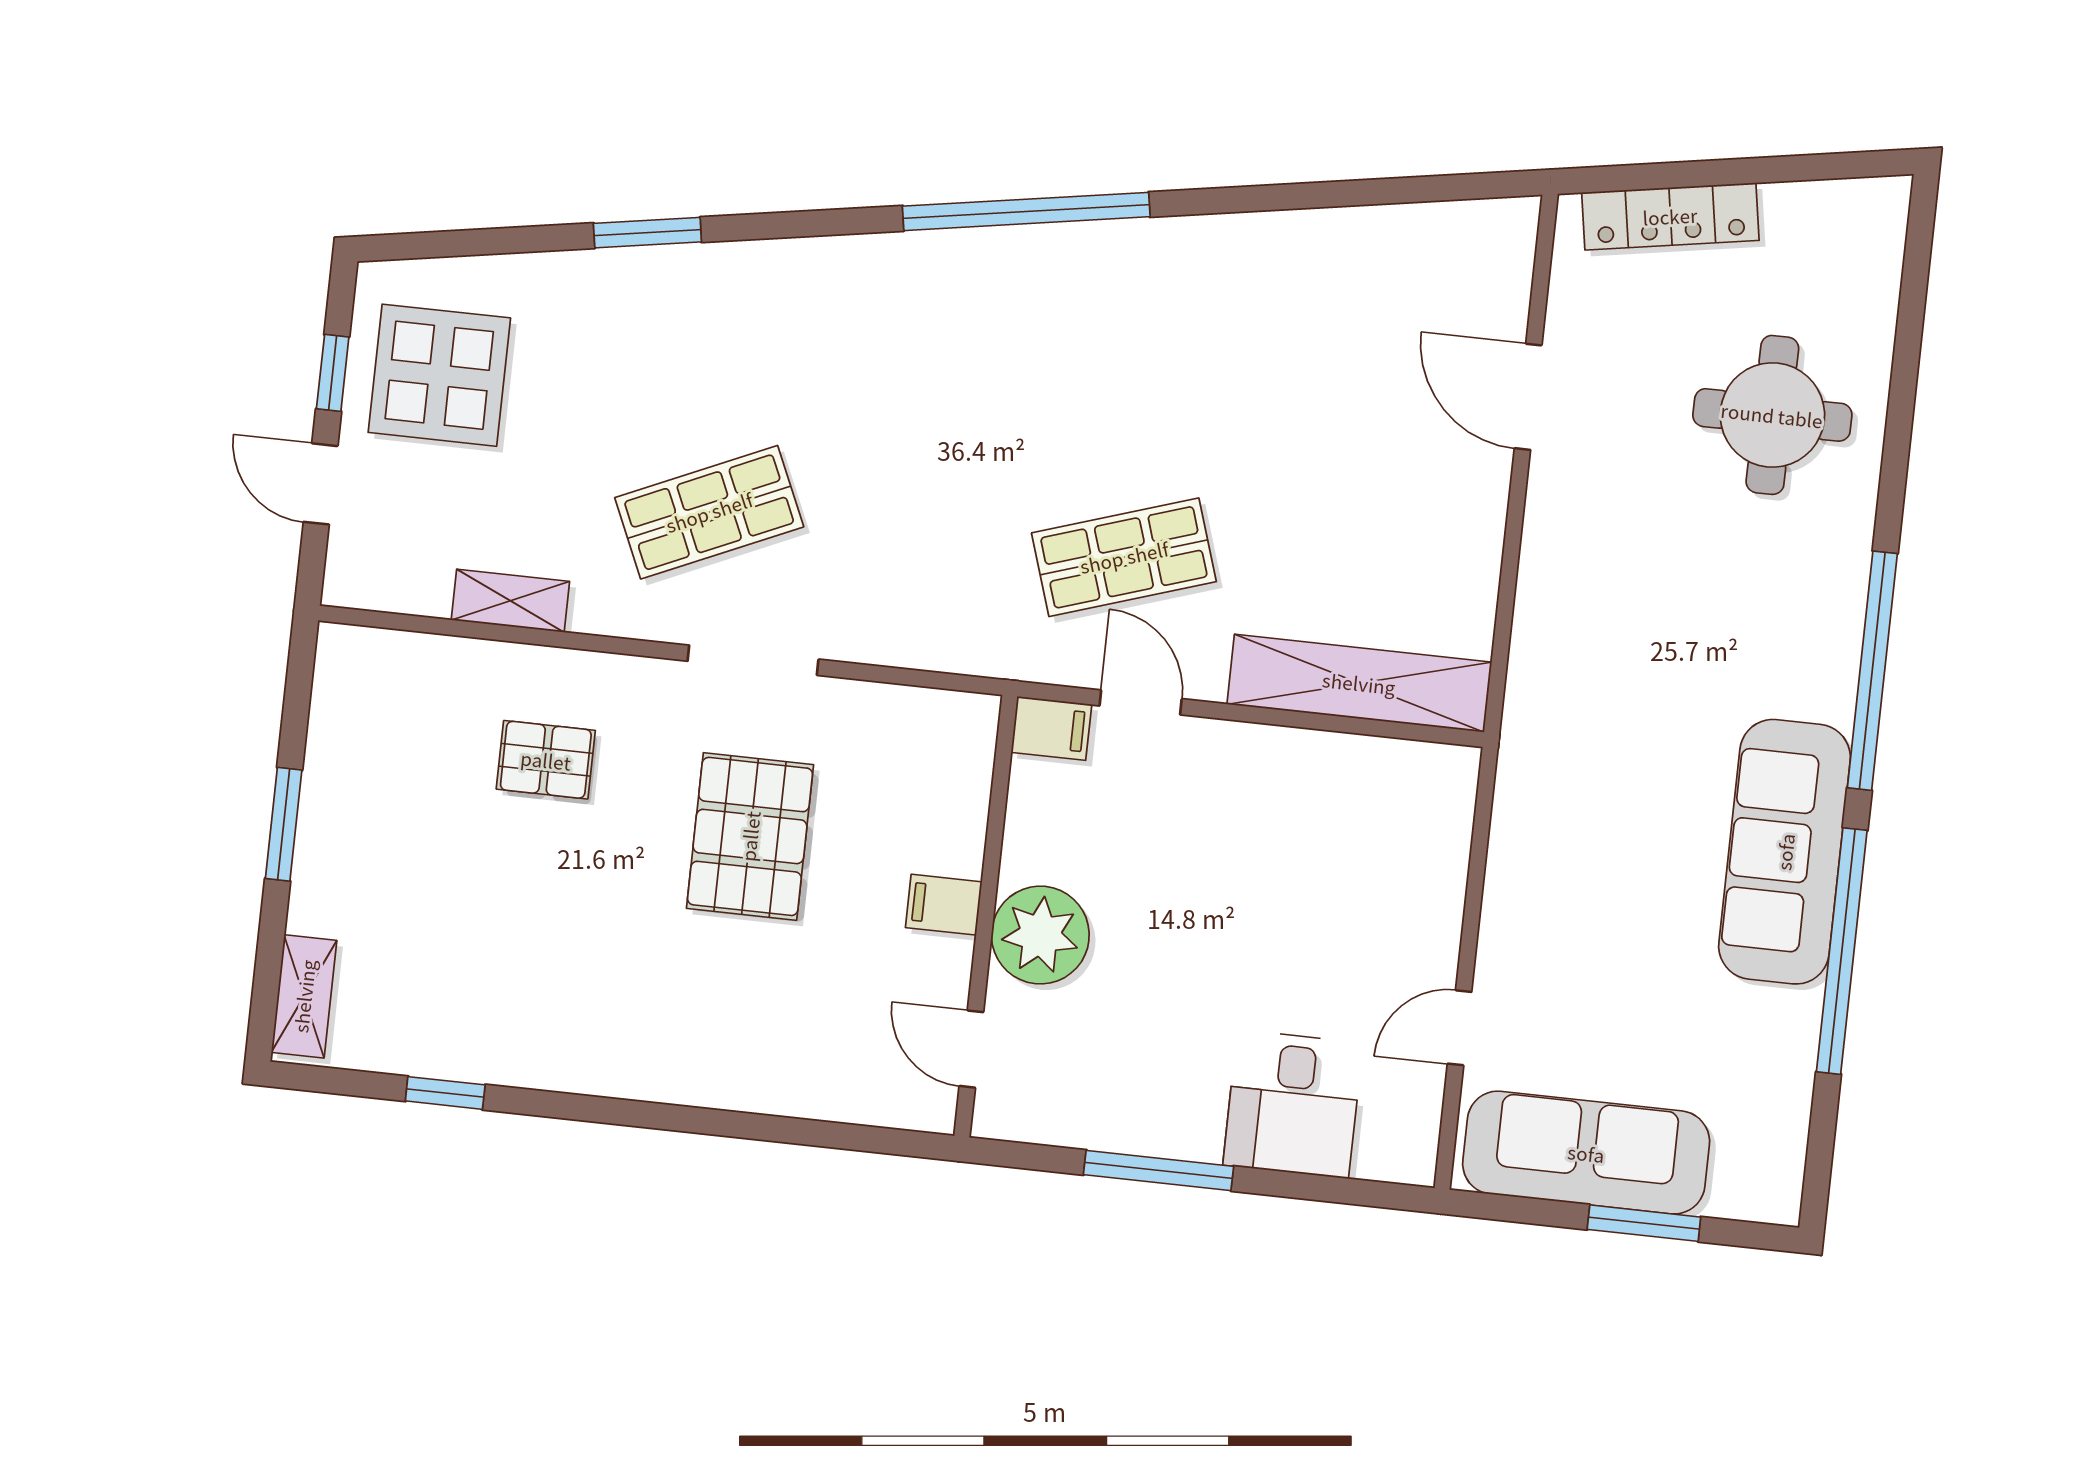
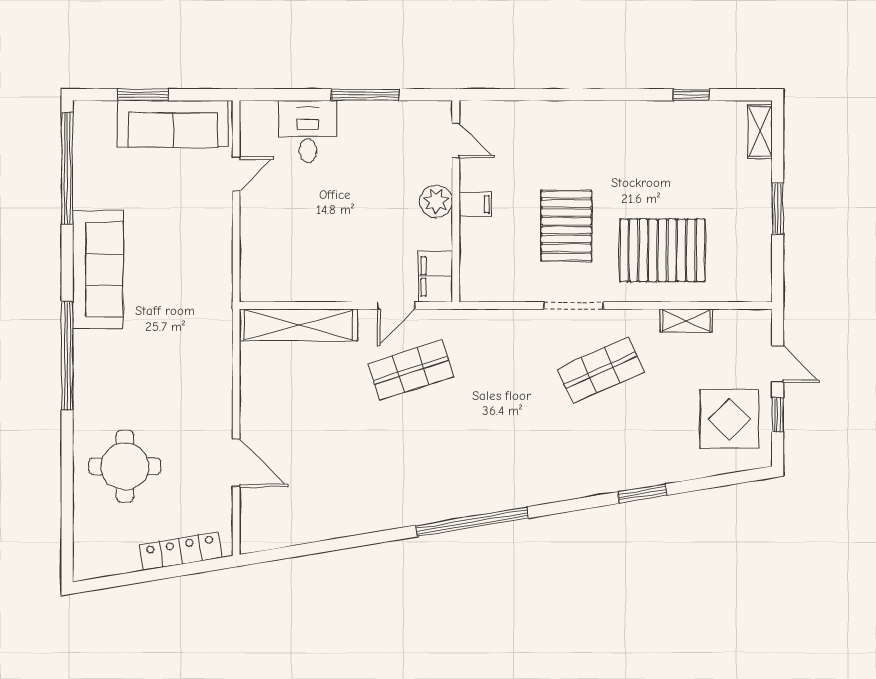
door: (1141, 702) -> (396, 305), hinge flipped
filing cabinet: (1051, 728) -> (435, 277), width x2.00
pallet: (546, 760) -> (662, 250), width x2.05, depth x2.00
plant: (1040, 935) -> (436, 201), width x0.73, depth x0.73
window: (1842, 951) -> (67, 168), moved

